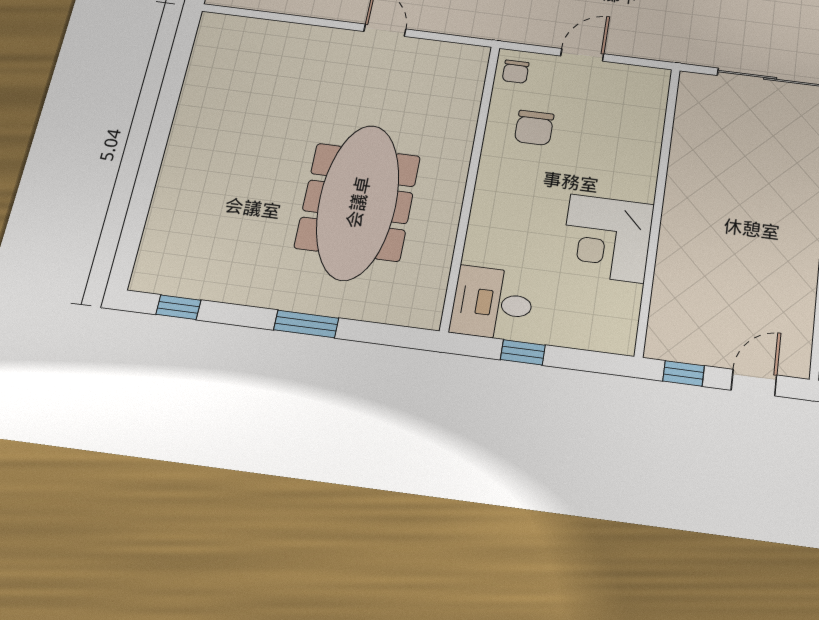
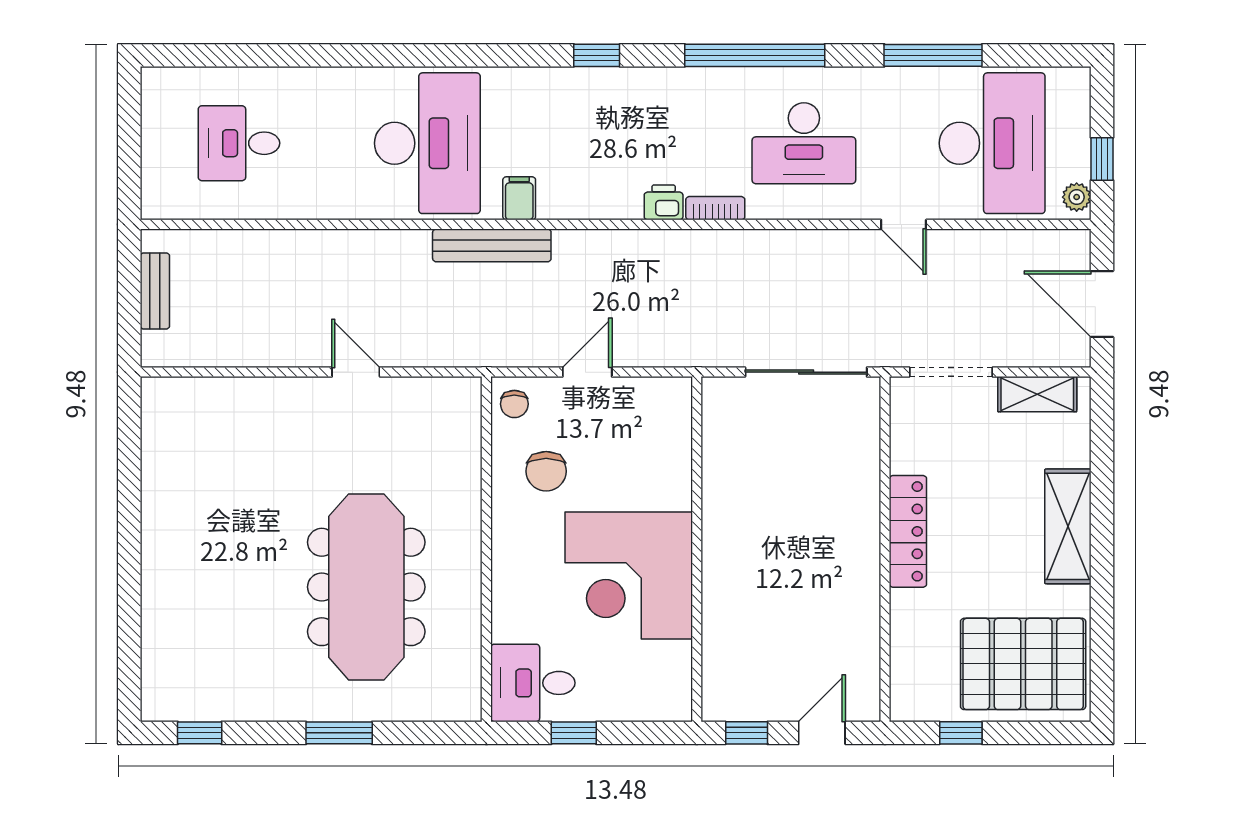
corner desk: (607, 238) -> (629, 576), width x1.36, depth x1.36

